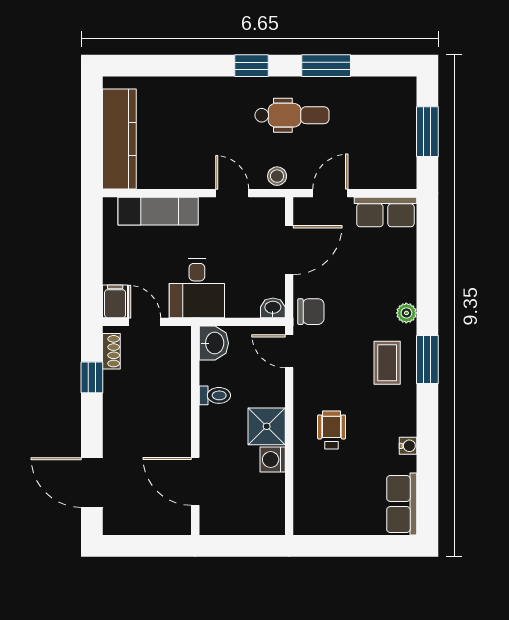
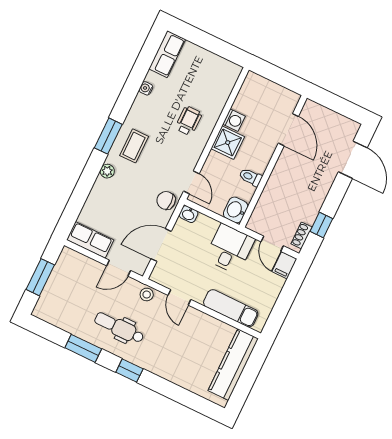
wheelchair: (332, 430) -> (189, 121), turned 180

